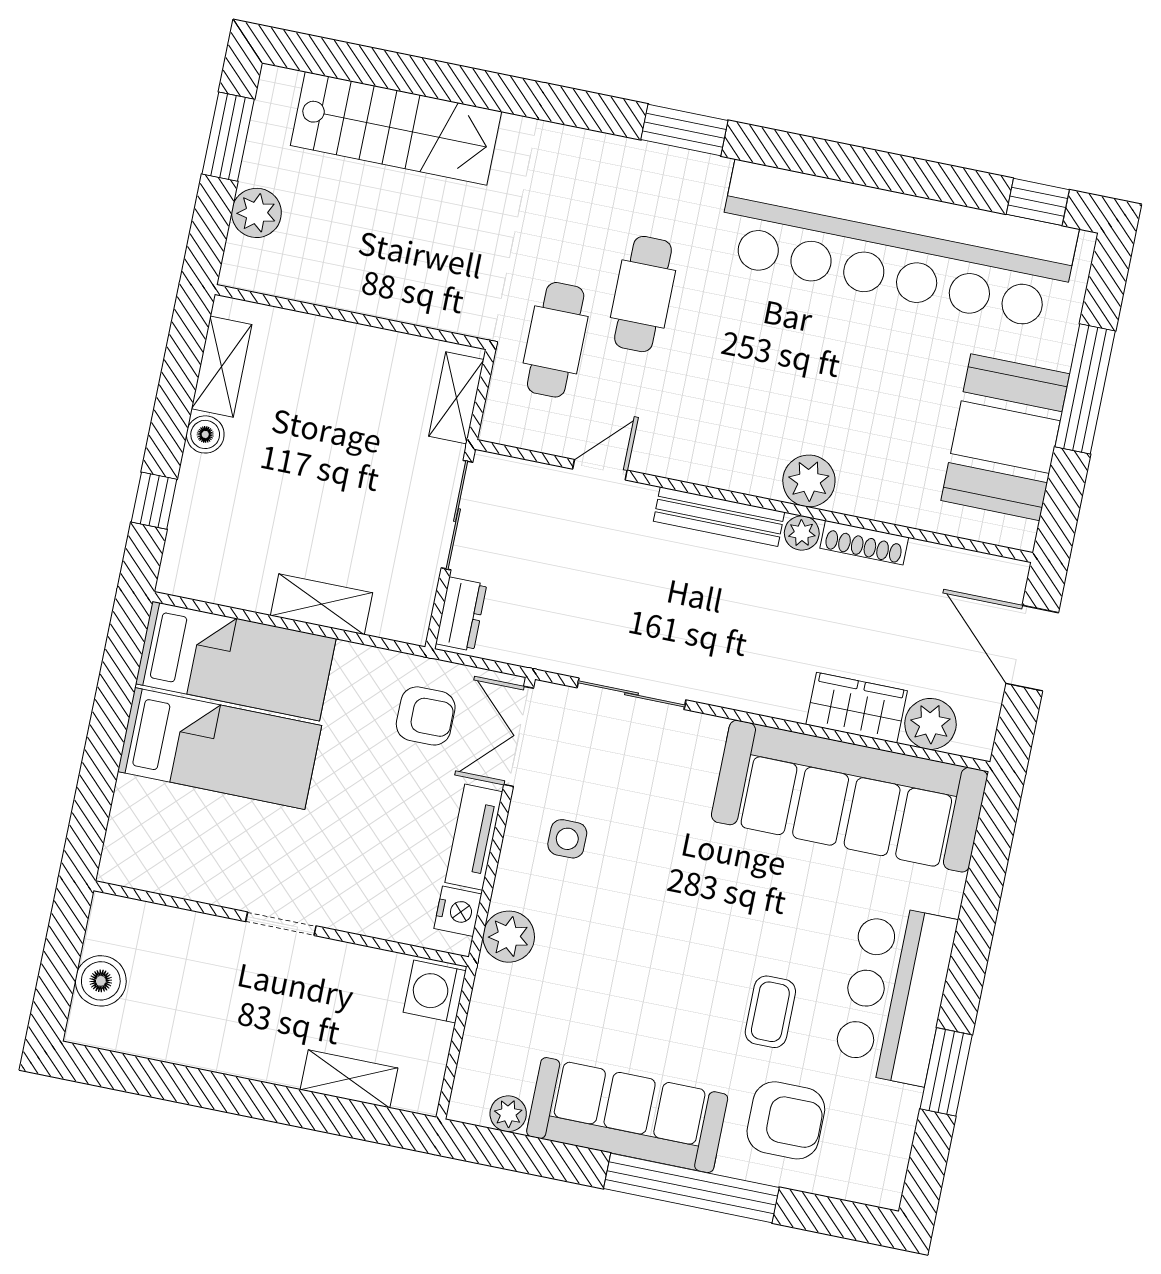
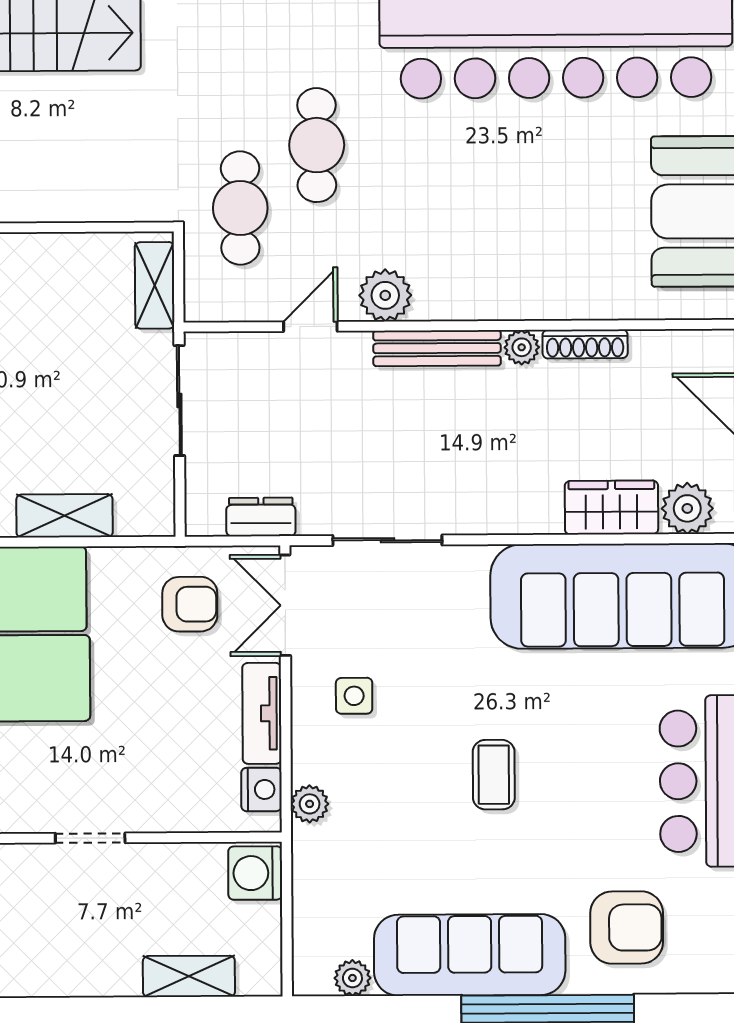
plant: (809, 481) -> (385, 295), moved
dresser: (461, 614) -> (261, 517), moved, turned -90
plant: (509, 937) -> (310, 804), width x0.73, depth x0.73
coffee table: (770, 1012) -> (494, 775), moved

